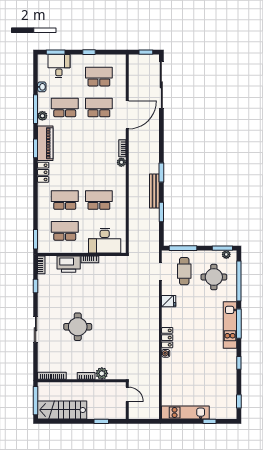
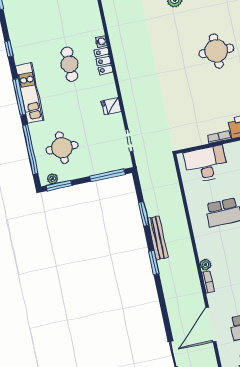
cafe table: (184, 271) -> (70, 64), moved

